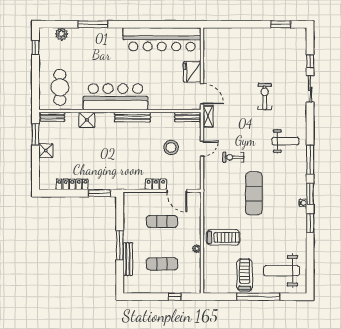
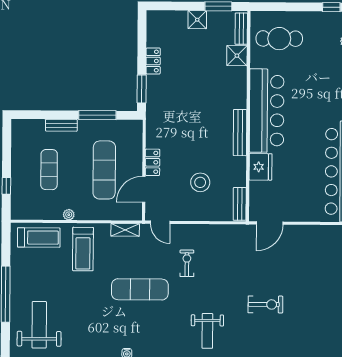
fridge: (192, 72) -> (261, 167), moved, turned 90
shelving: (208, 116) -> (125, 230), moved
shower: (87, 120) -> (237, 56), moved
door: (202, 149) -> (160, 222), moved
locker: (72, 184) -> (153, 61), width x0.66
exercise mat: (162, 221) -> (104, 170), width x1.36, depth x1.45
window: (120, 245) -> (97, 115), moved
bench: (128, 259) -> (61, 125), width x0.73
treadmill: (245, 275) -> (39, 238), moved

